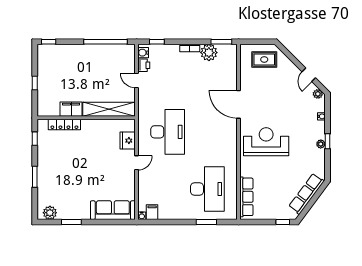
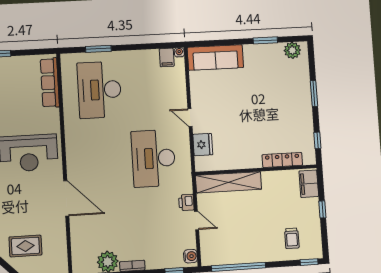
rug: (264, 59) -> (25, 246), moved
trolley: (61, 62) -> (292, 238), added
printer: (144, 65) -> (186, 202), moved
filing cabinet: (71, 109) -> (309, 184), moved, turned 90
door: (137, 163) -> (190, 118), hinge flipped

